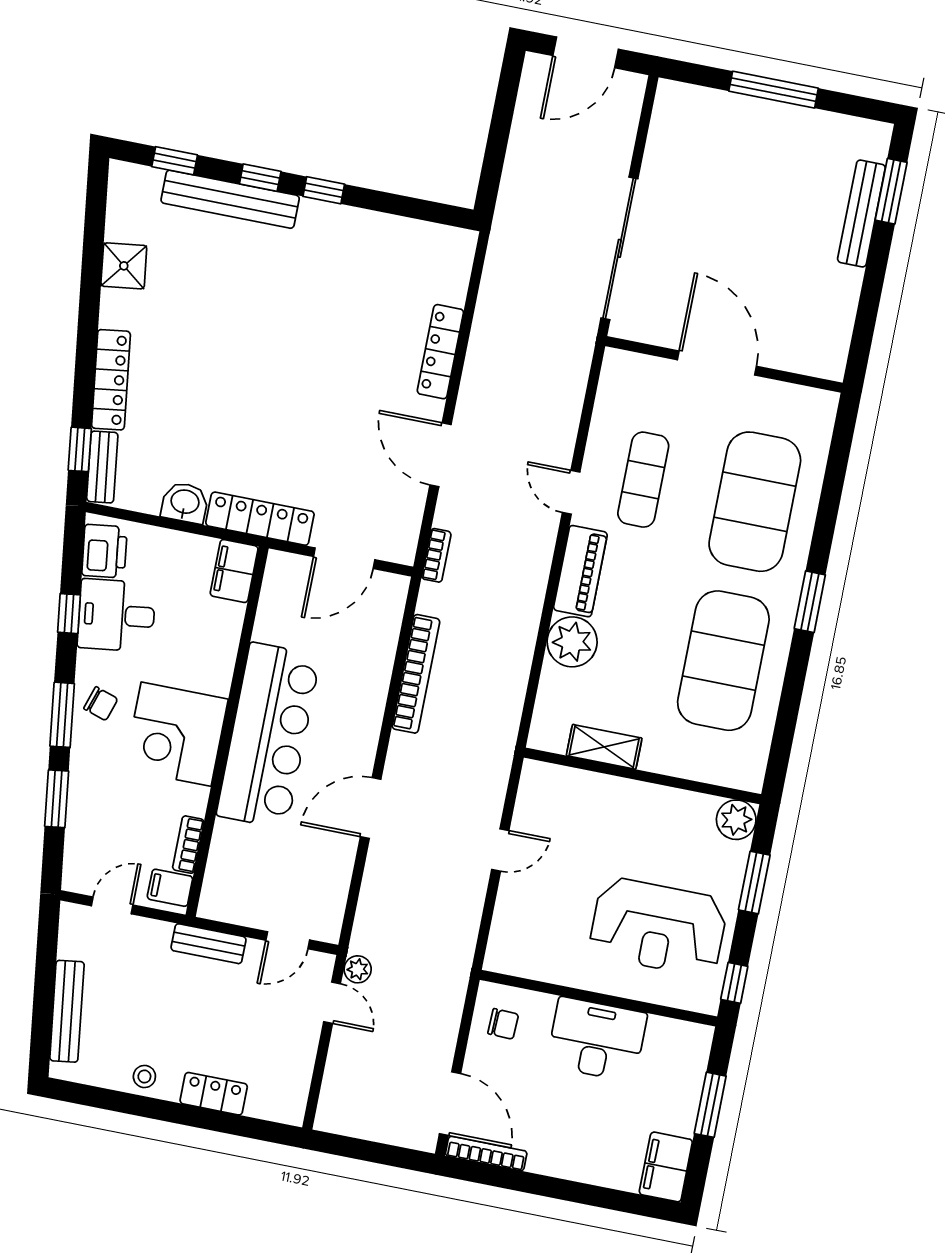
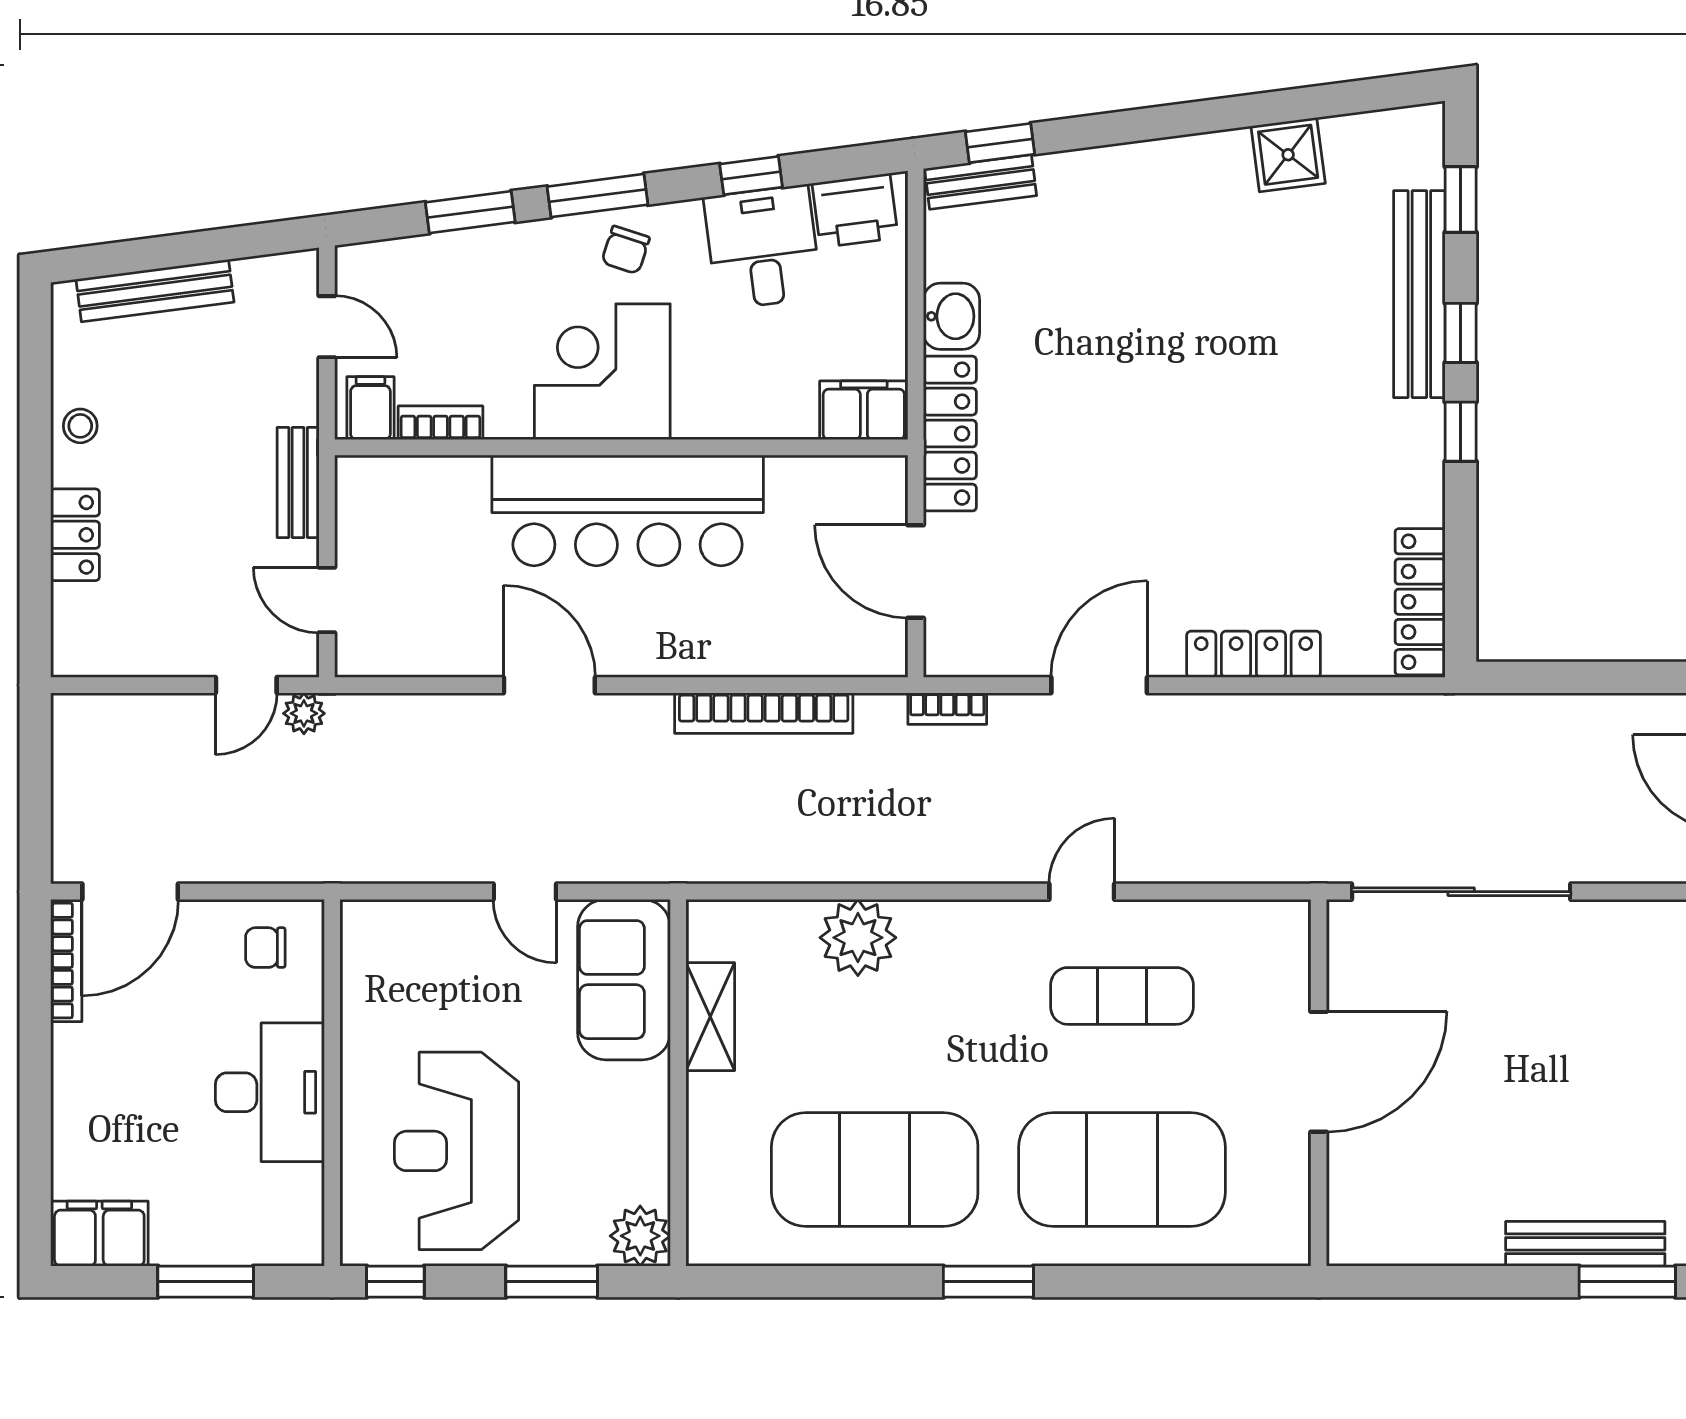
locker: (111, 380) -> (1420, 602), moved, turned 97
piano: (580, 571) -> (966, 929), removed
sofa: (569, 798) -> (624, 980), added
chair: (503, 1024) -> (265, 948), turned 88

